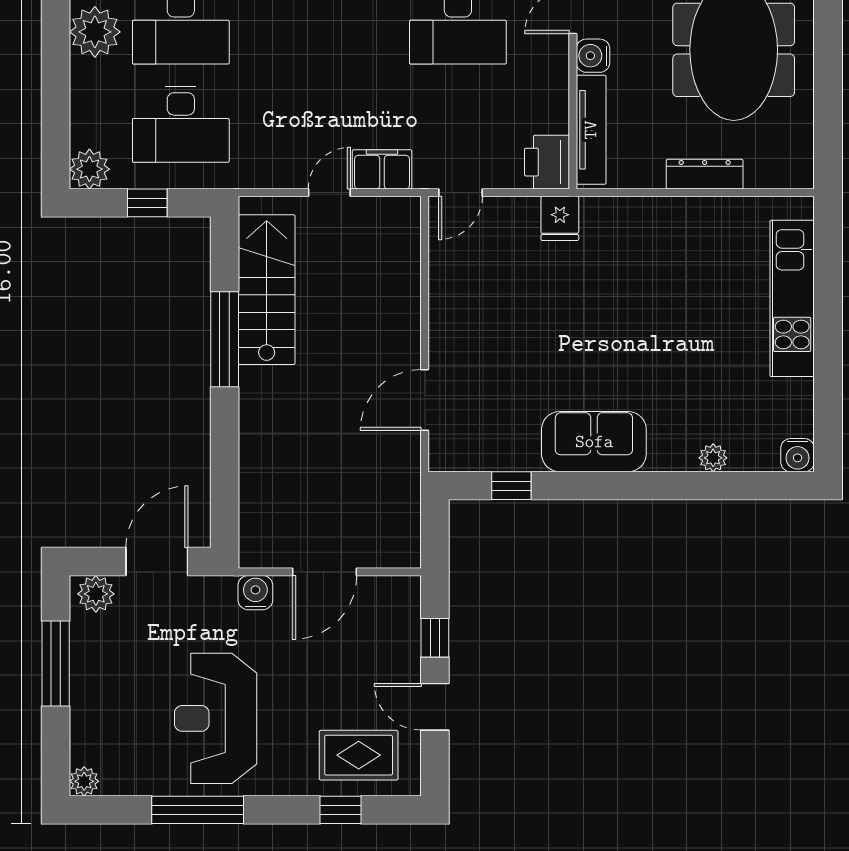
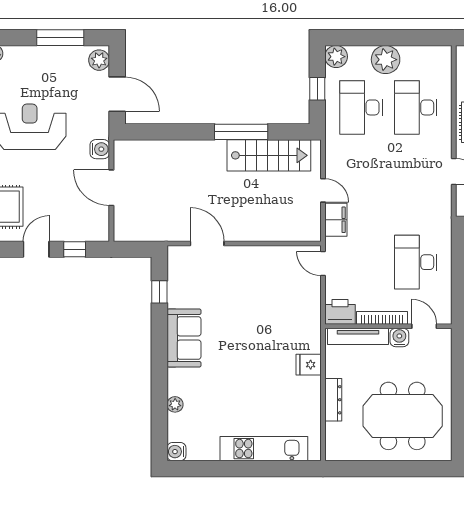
plant: (95, 32) -> (386, 60), moved
bookcase: (558, 87) -> (382, 318), added
fridge: (560, 218) -> (309, 365), moved

